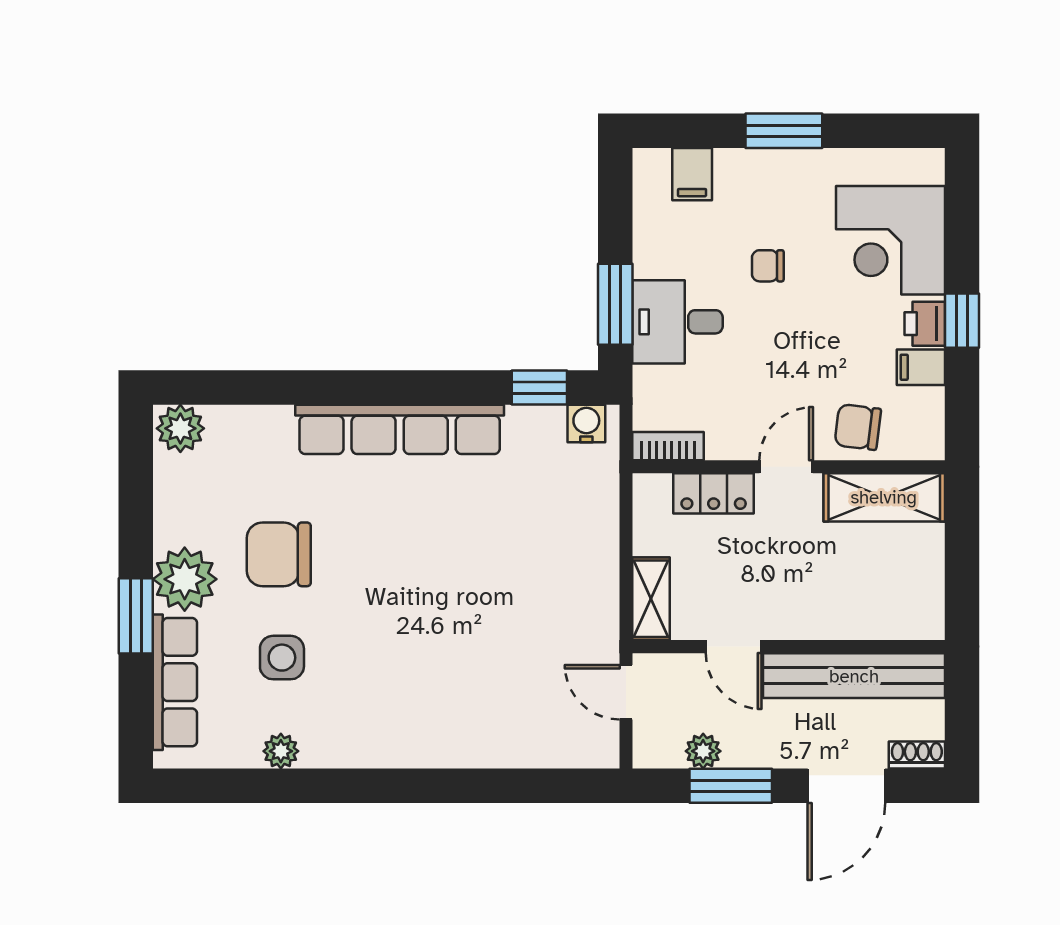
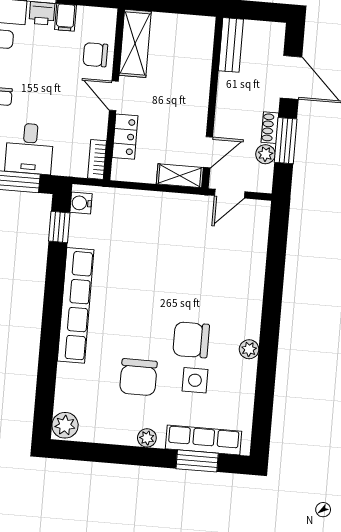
chair: (858, 427) -> (95, 55), turned 83
plant: (185, 579) -> (147, 438), width x0.53, depth x0.53
window: (136, 616) -> (197, 461), moved
chair: (355, 645) -> (191, 340), added
door: (734, 647) -> (208, 152), moved
bench: (854, 676) -> (231, 45), width x0.54, depth x0.82
plant: (281, 751) -> (249, 349), moved
shoe rack: (917, 755) -> (270, 128), moved

